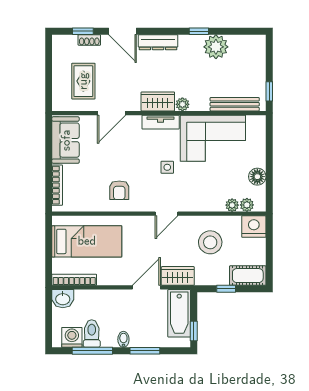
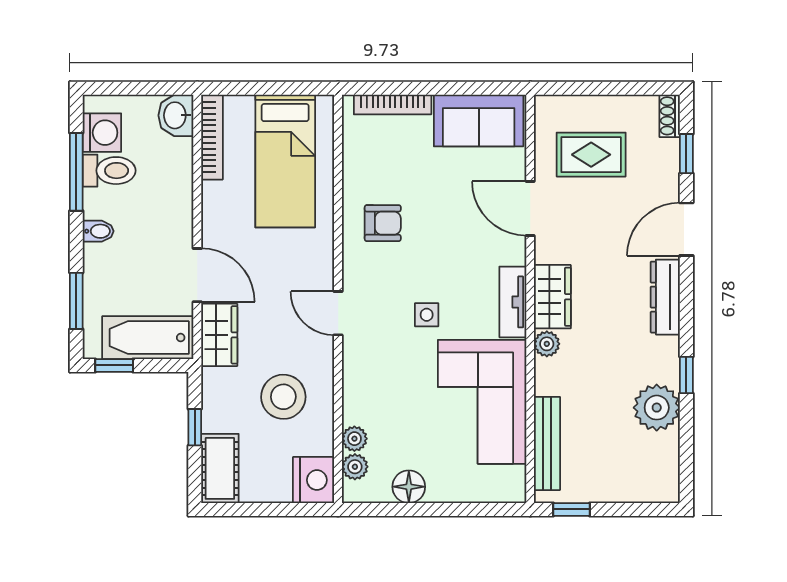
shoe rack: (89, 40) -> (670, 116), moved
armchair: (119, 190) -> (383, 223), turned 180
window: (145, 351) -> (76, 301), moved

